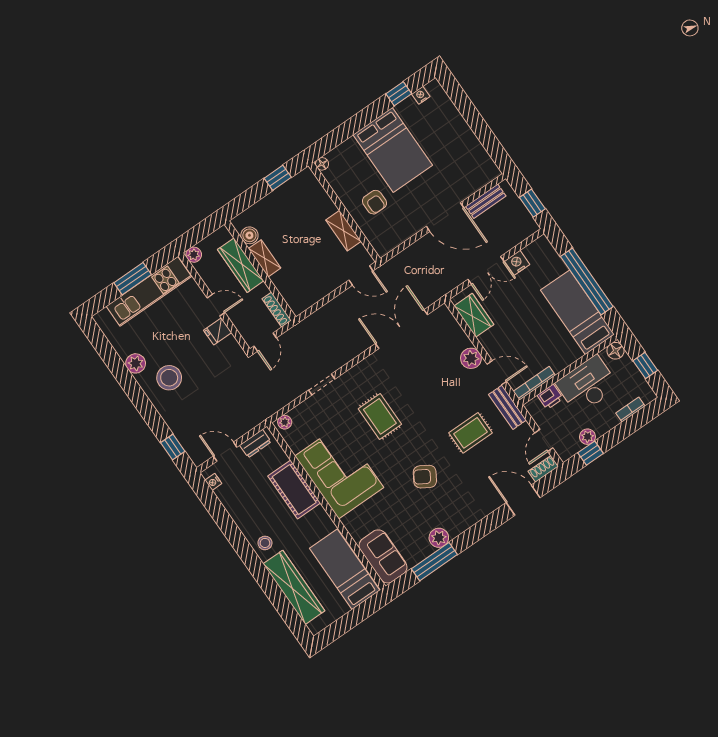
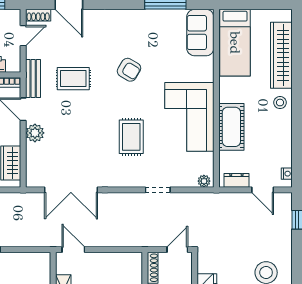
plant: (439, 538) -> (150, 18), removed

